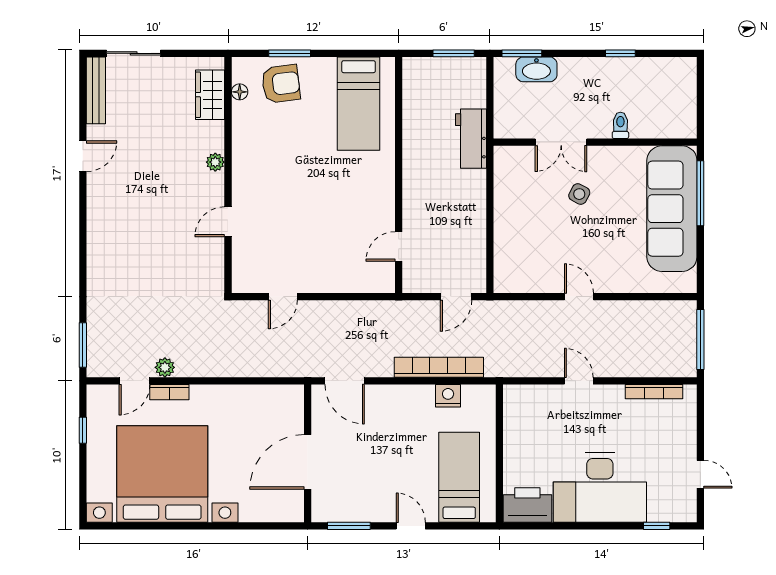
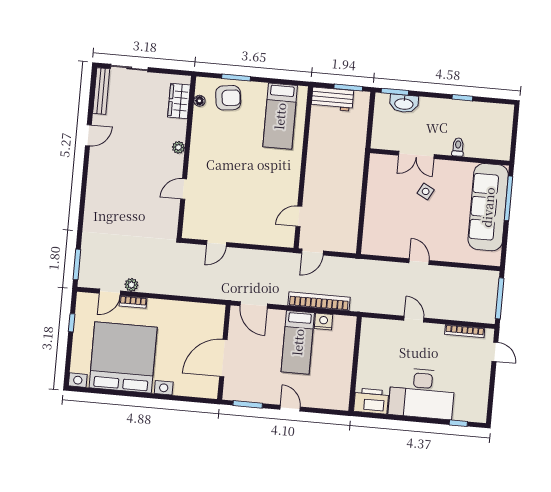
workbench: (471, 139) -> (332, 99), moved, turned -90
door: (456, 297) -> (313, 252), moved
door: (700, 474) -> (495, 352), moved
bed: (459, 477) -> (298, 342), moved, turned 180

